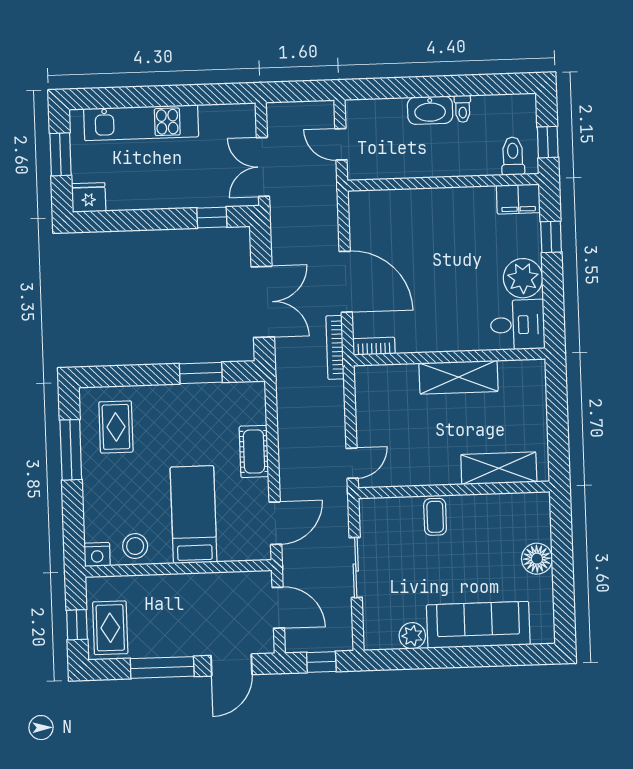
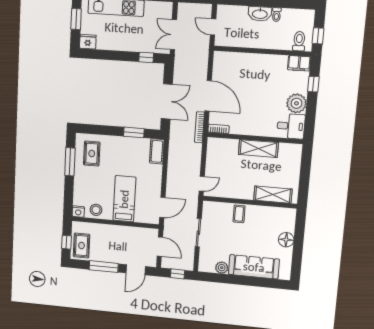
cot: (254, 451) -> (157, 151), moved

